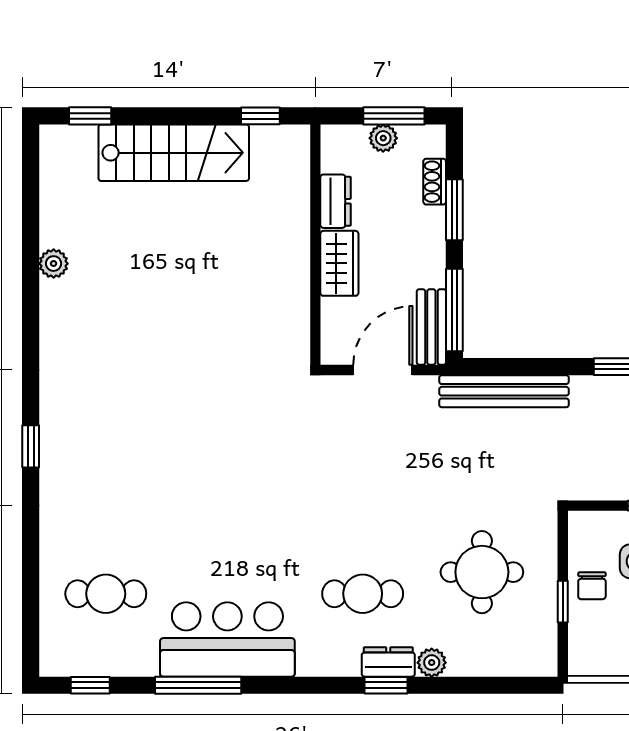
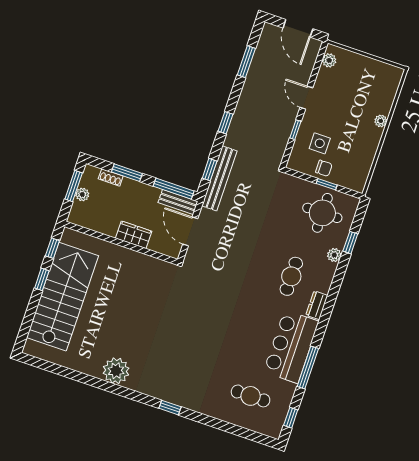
window: (90, 116) -> (42, 279), moved
stairs: (174, 153) -> (63, 297), width x1.36, depth x1.51
dresser: (336, 201) -> (104, 227), removed
plant: (54, 264) -> (116, 371), moved, width x1.88, depth x1.88
window: (514, 367) -> (210, 170), added
round table: (482, 572) -> (322, 213), moved
cafe table: (106, 594) -> (251, 396), turned 90
dresser: (388, 662) -> (317, 305), moved
window: (386, 685) -> (350, 243), moved

